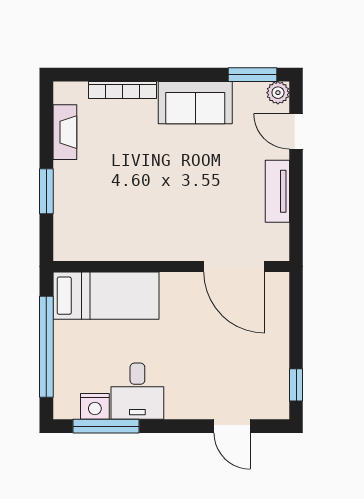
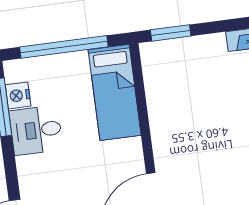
window: (46, 191) -> (171, 33), moved

